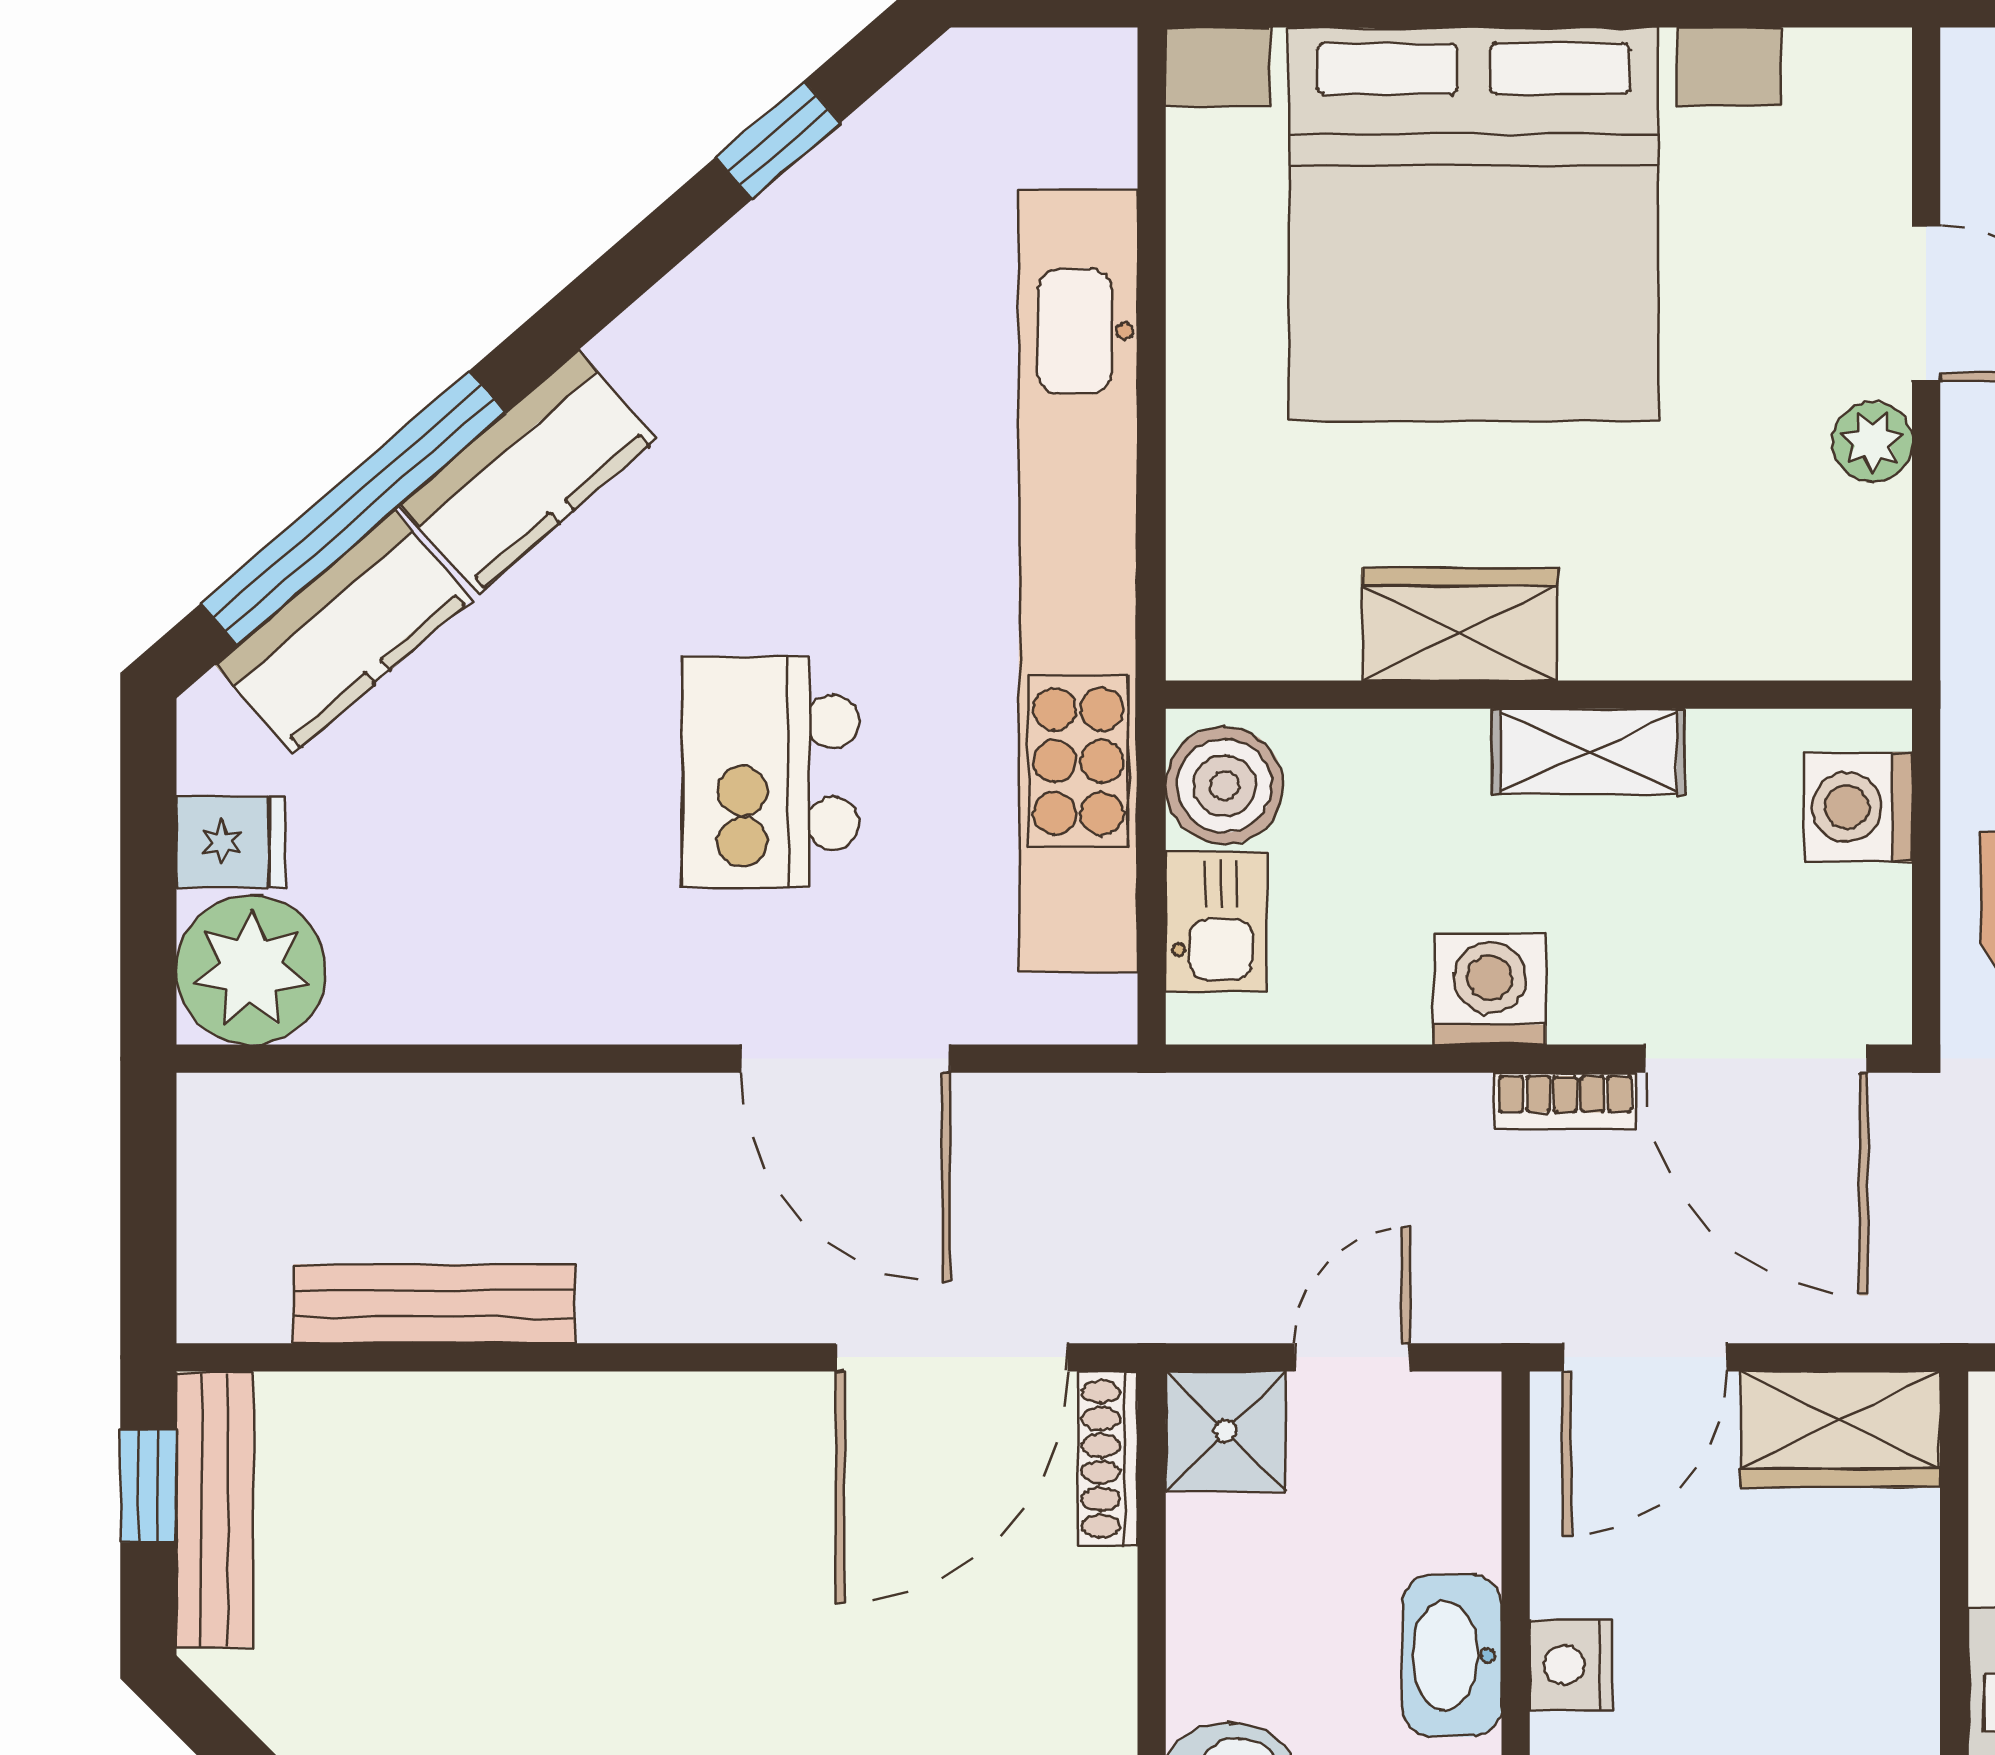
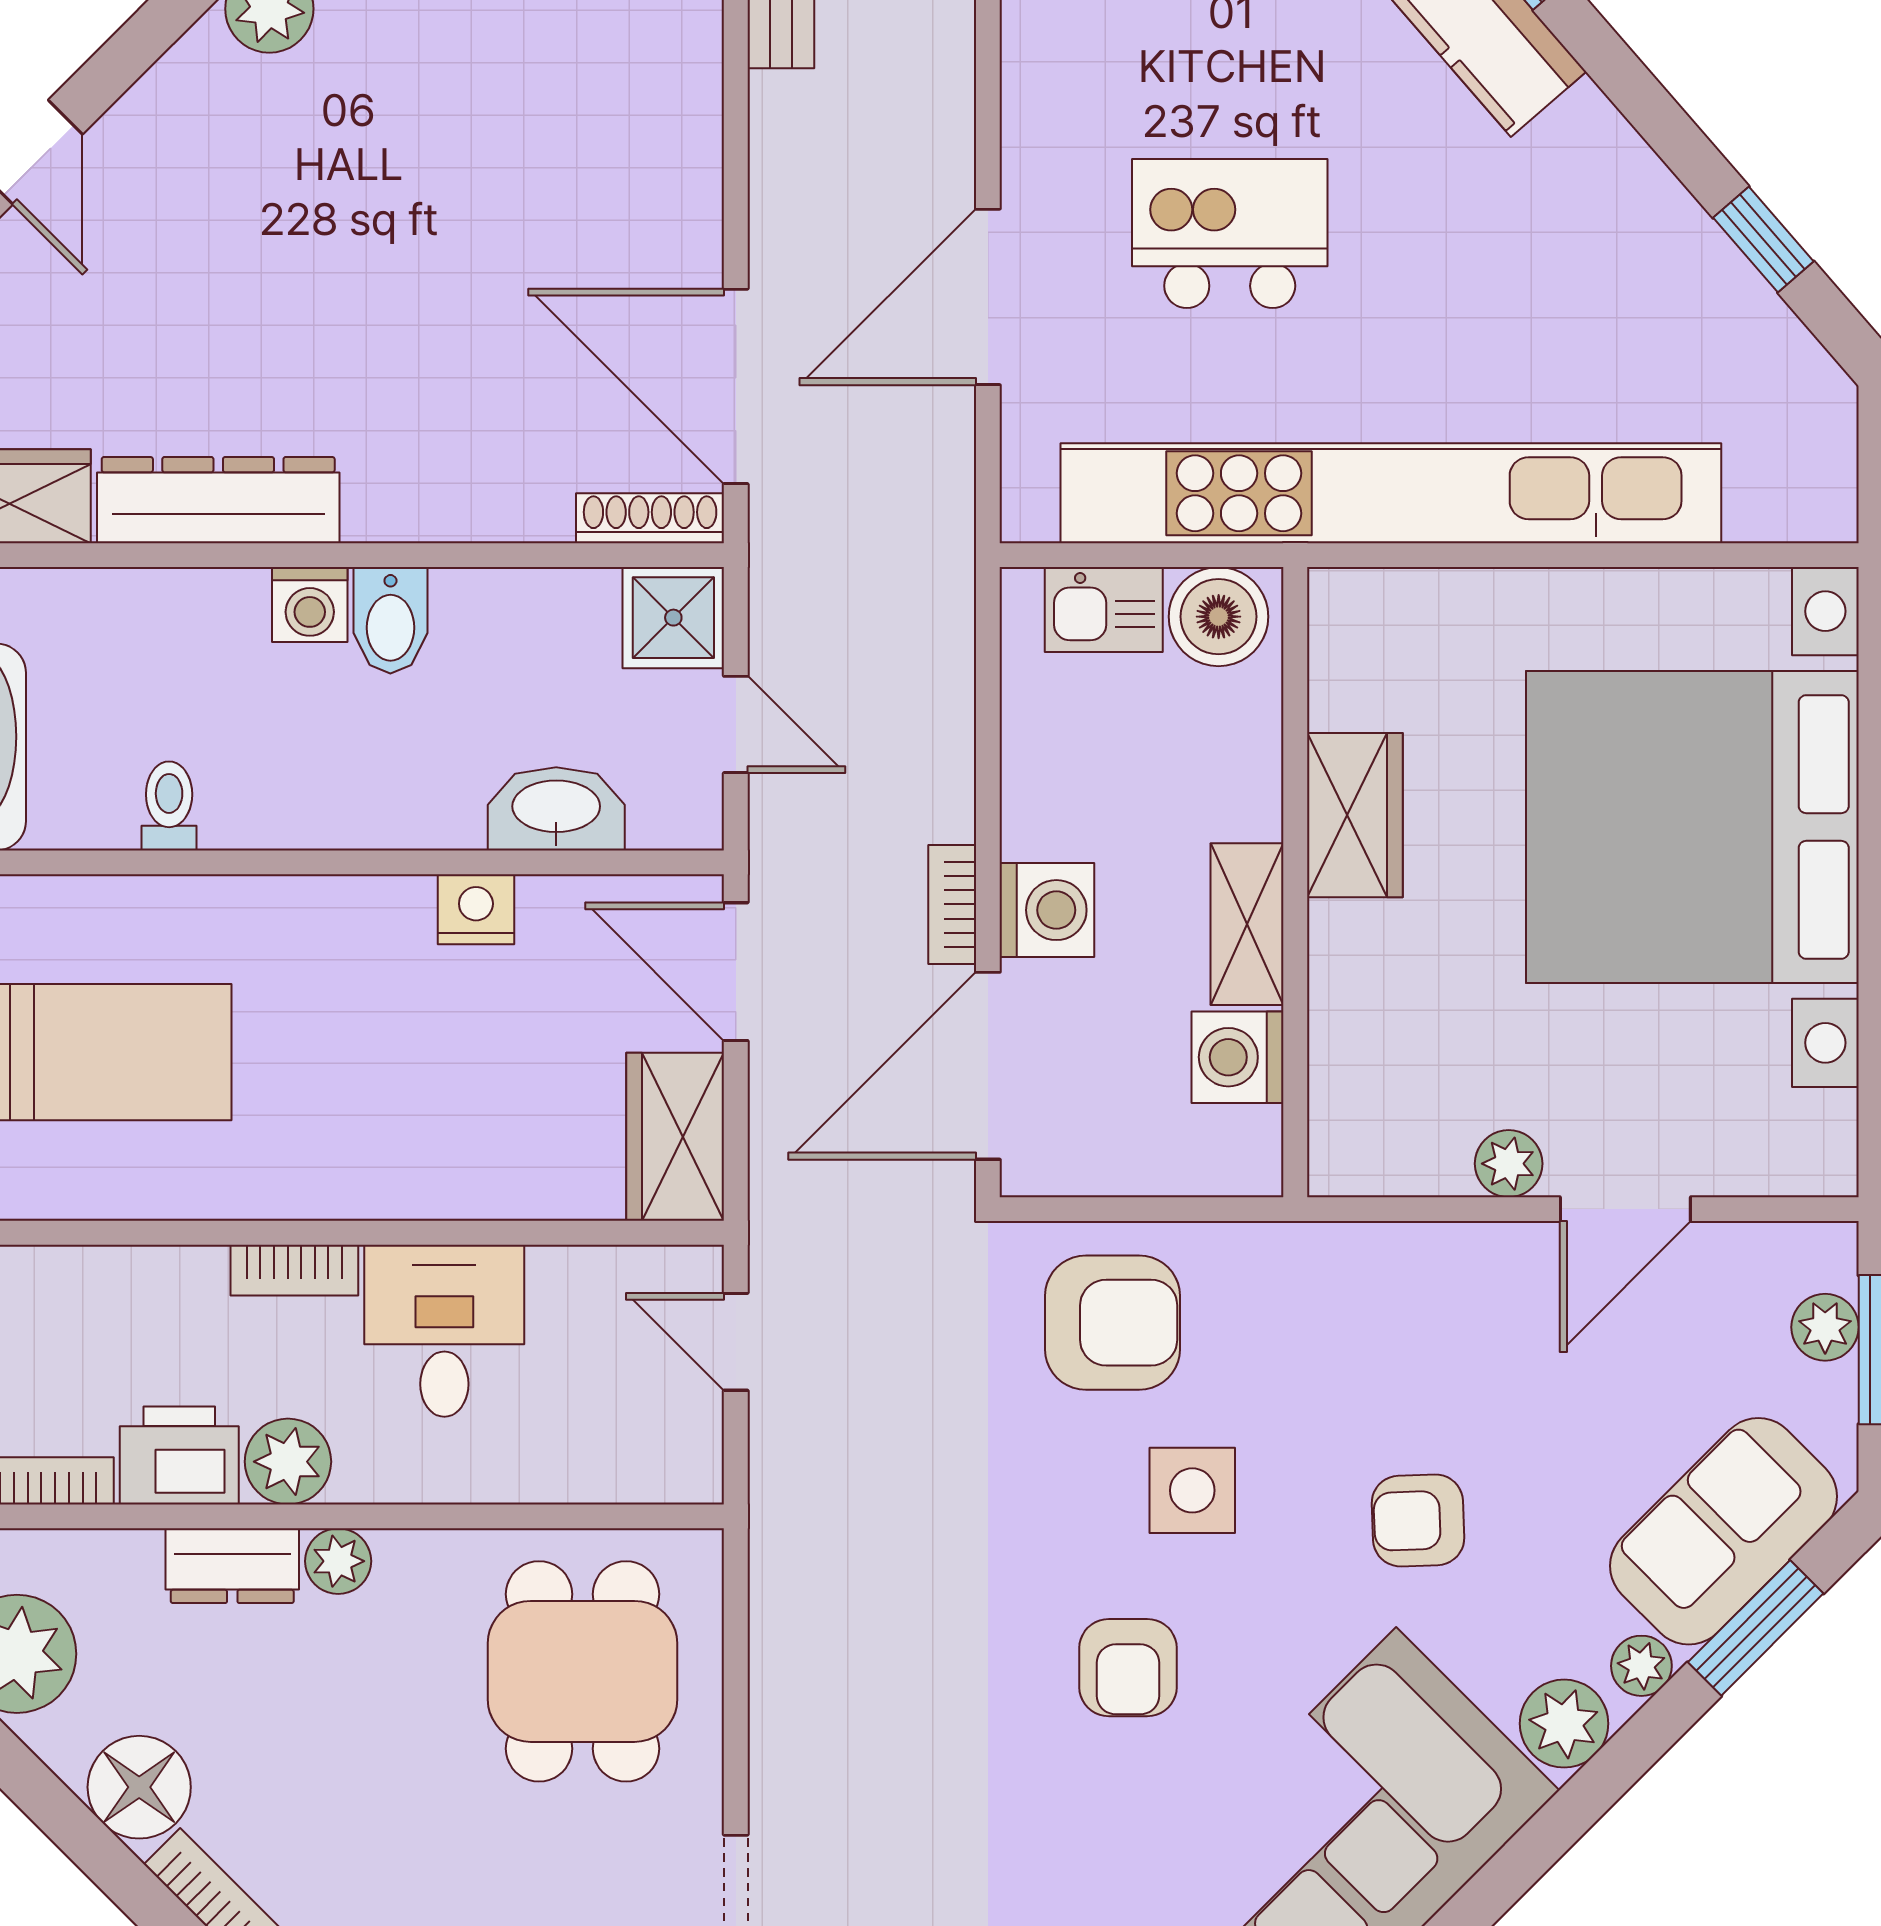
washing machine: (1858, 807) -> (1237, 1057), moved, turned -90
washing machine: (1490, 989) -> (1047, 910), moved
washbasin: (1452, 1656) -> (556, 809), moved

